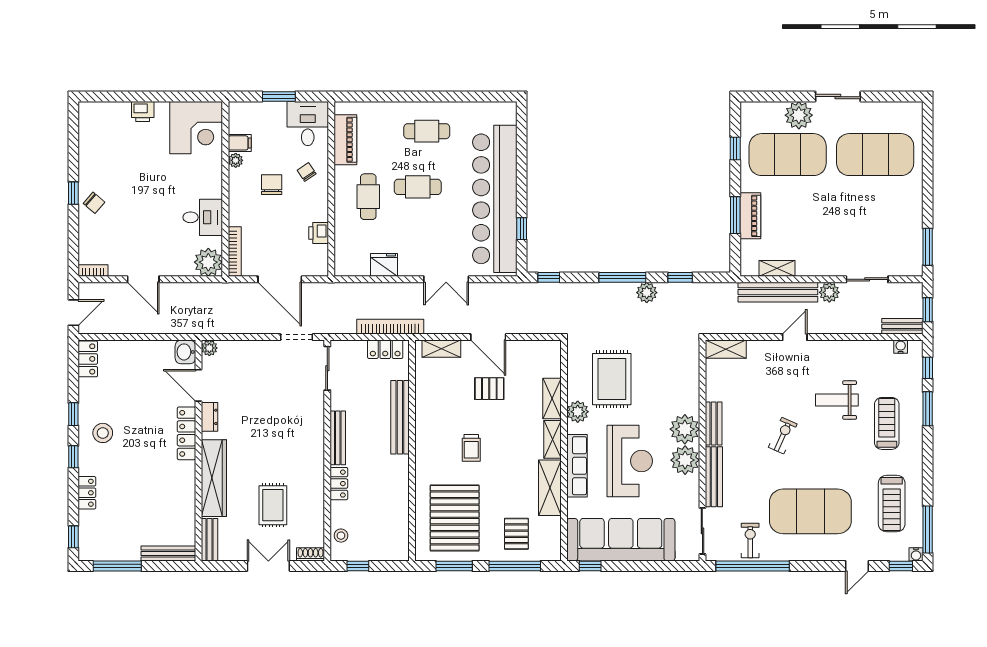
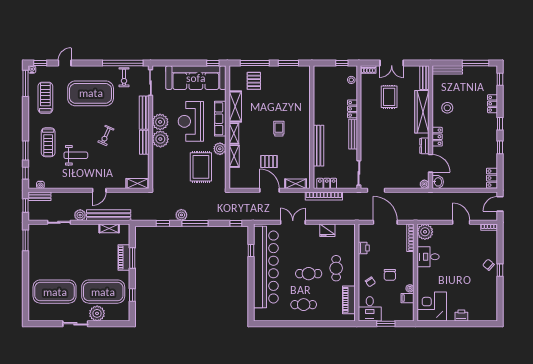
stool: (103, 433) -> (447, 108), moved
locker: (186, 433) -> (437, 137), width x0.66
pallet: (455, 518) -> (288, 90), removed

